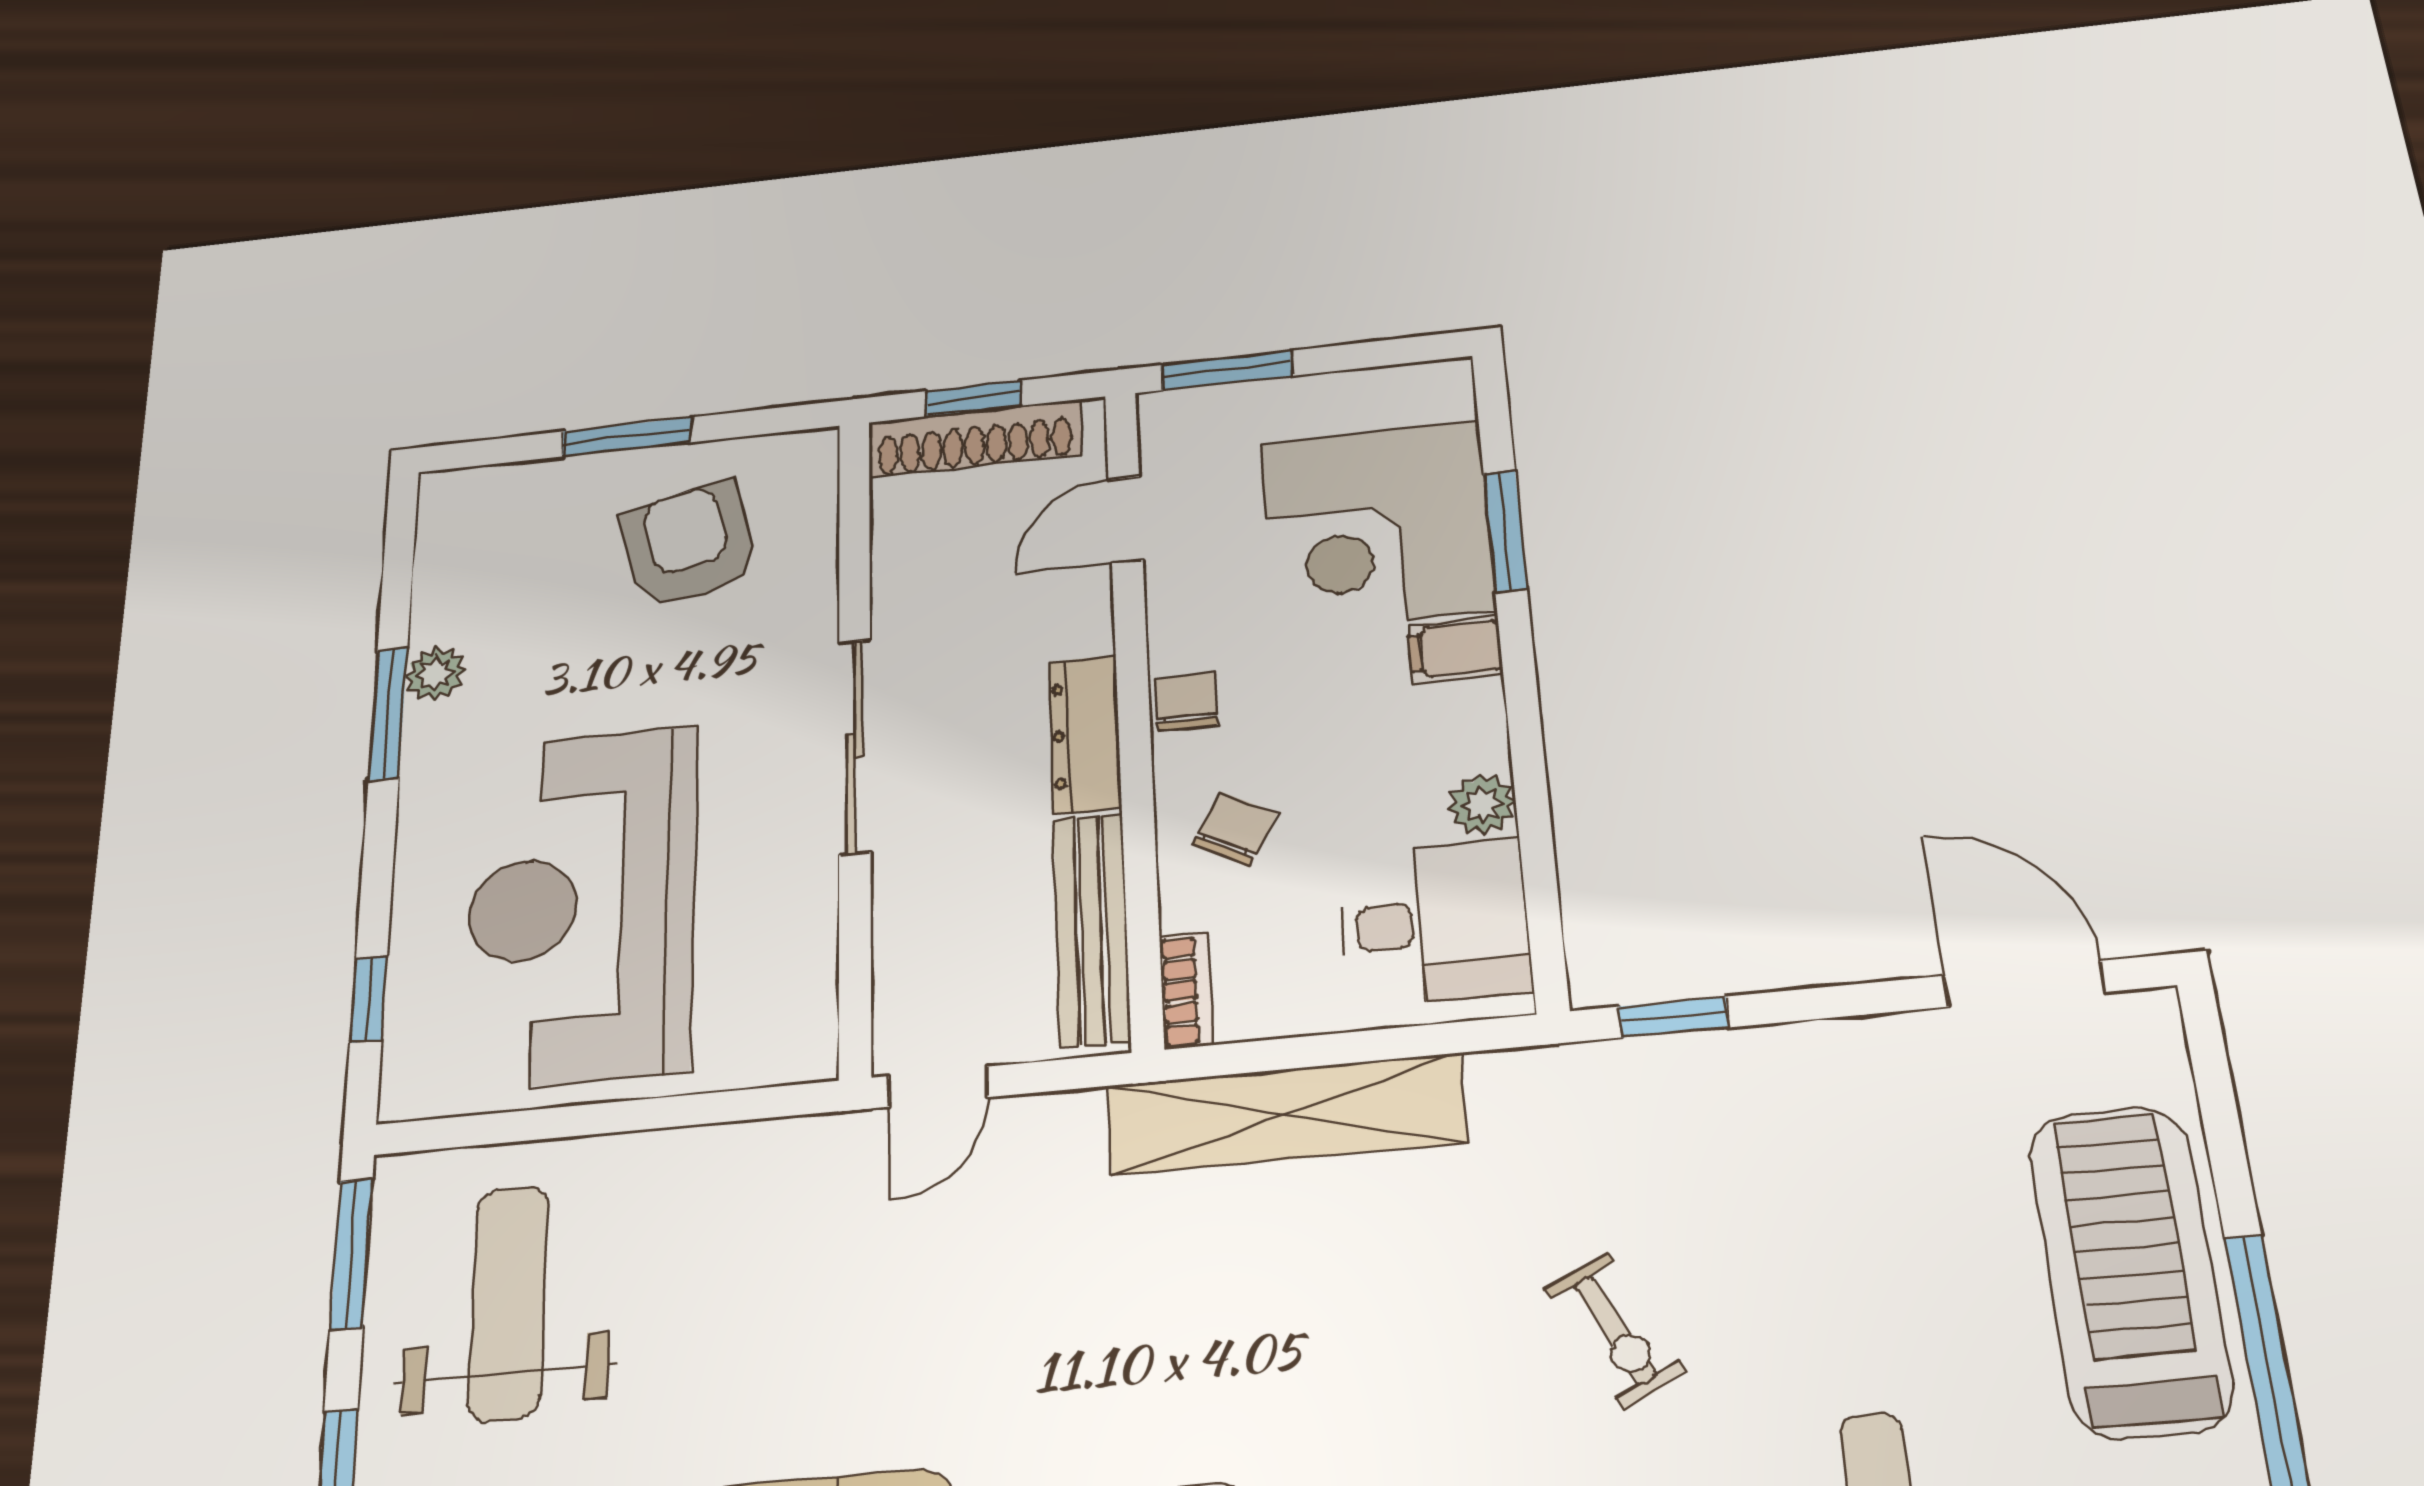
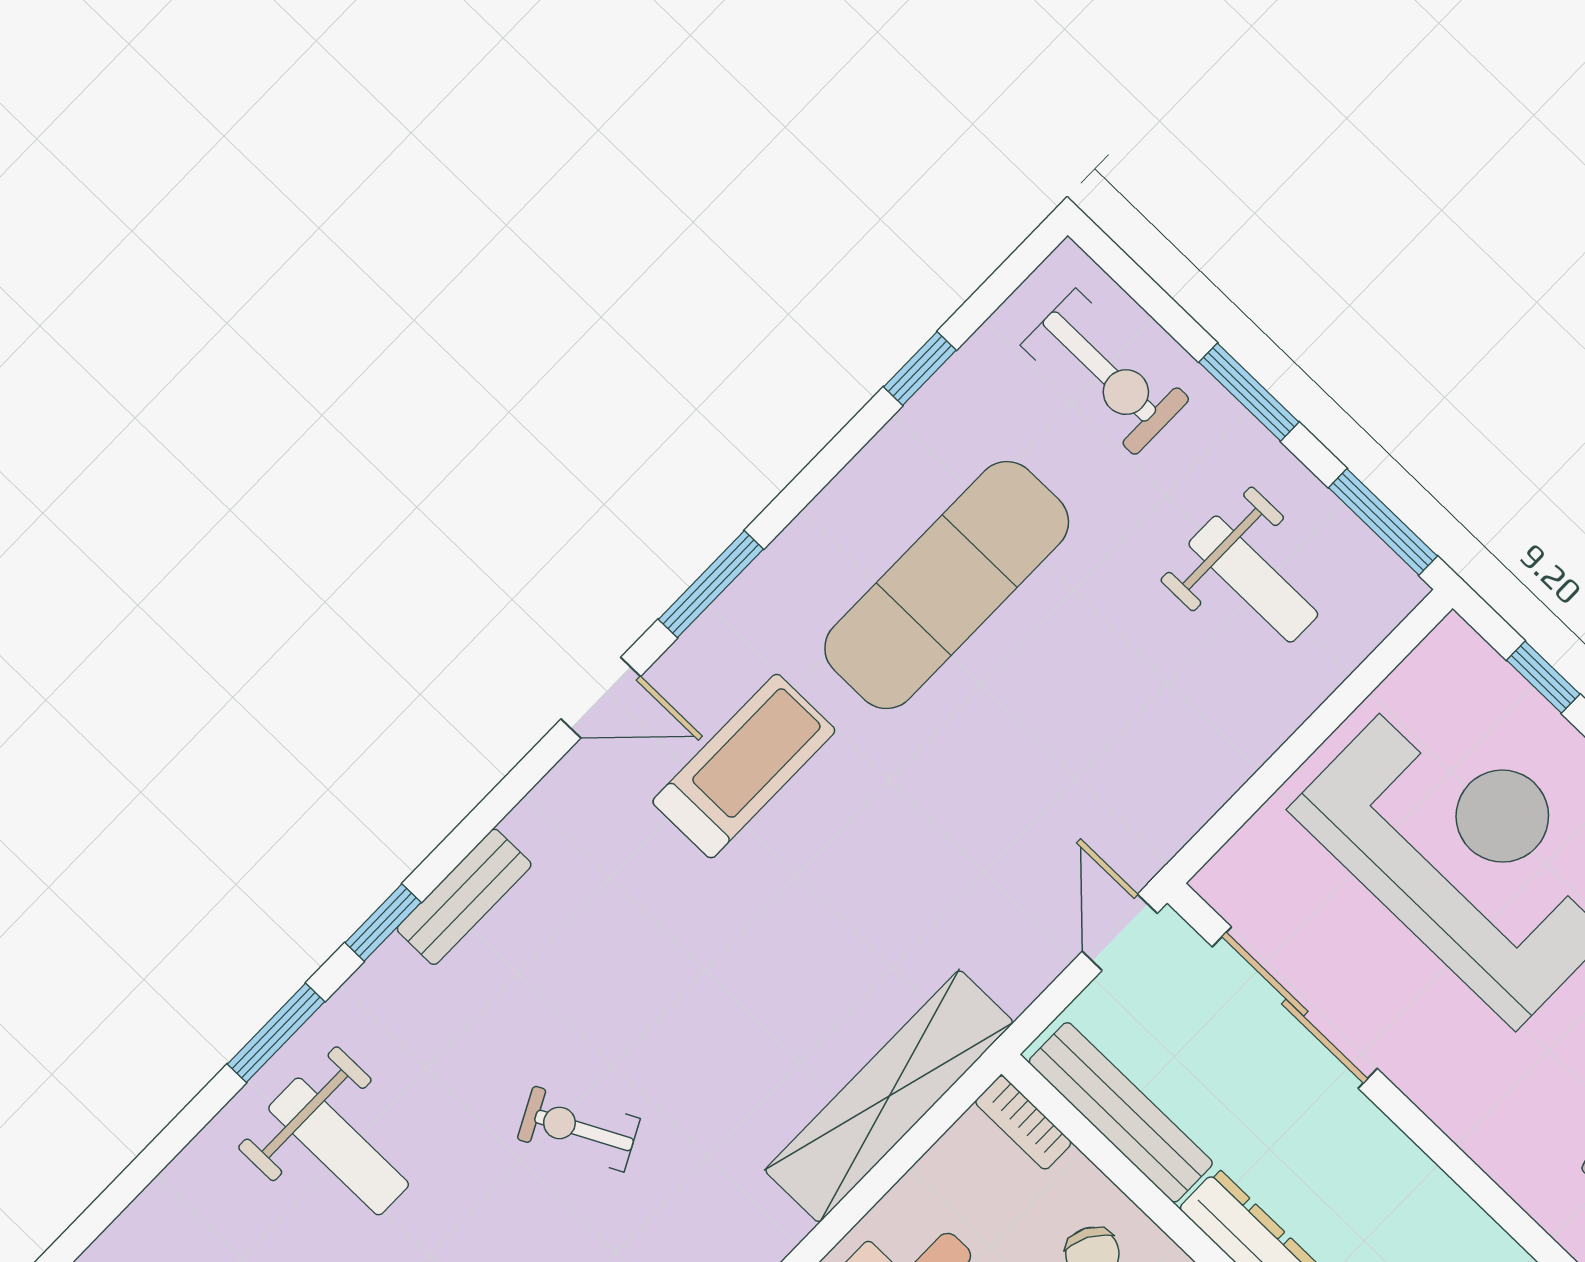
sliding door: (855, 746) -> (1295, 1008), moved
weight bench: (508, 1303) -> (1253, 579), width x0.73, depth x0.75

